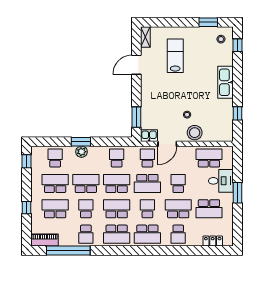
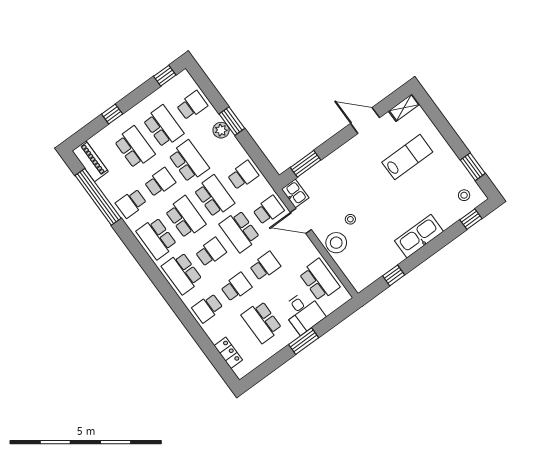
school desk: (178, 209) -> (236, 287), width x0.54

